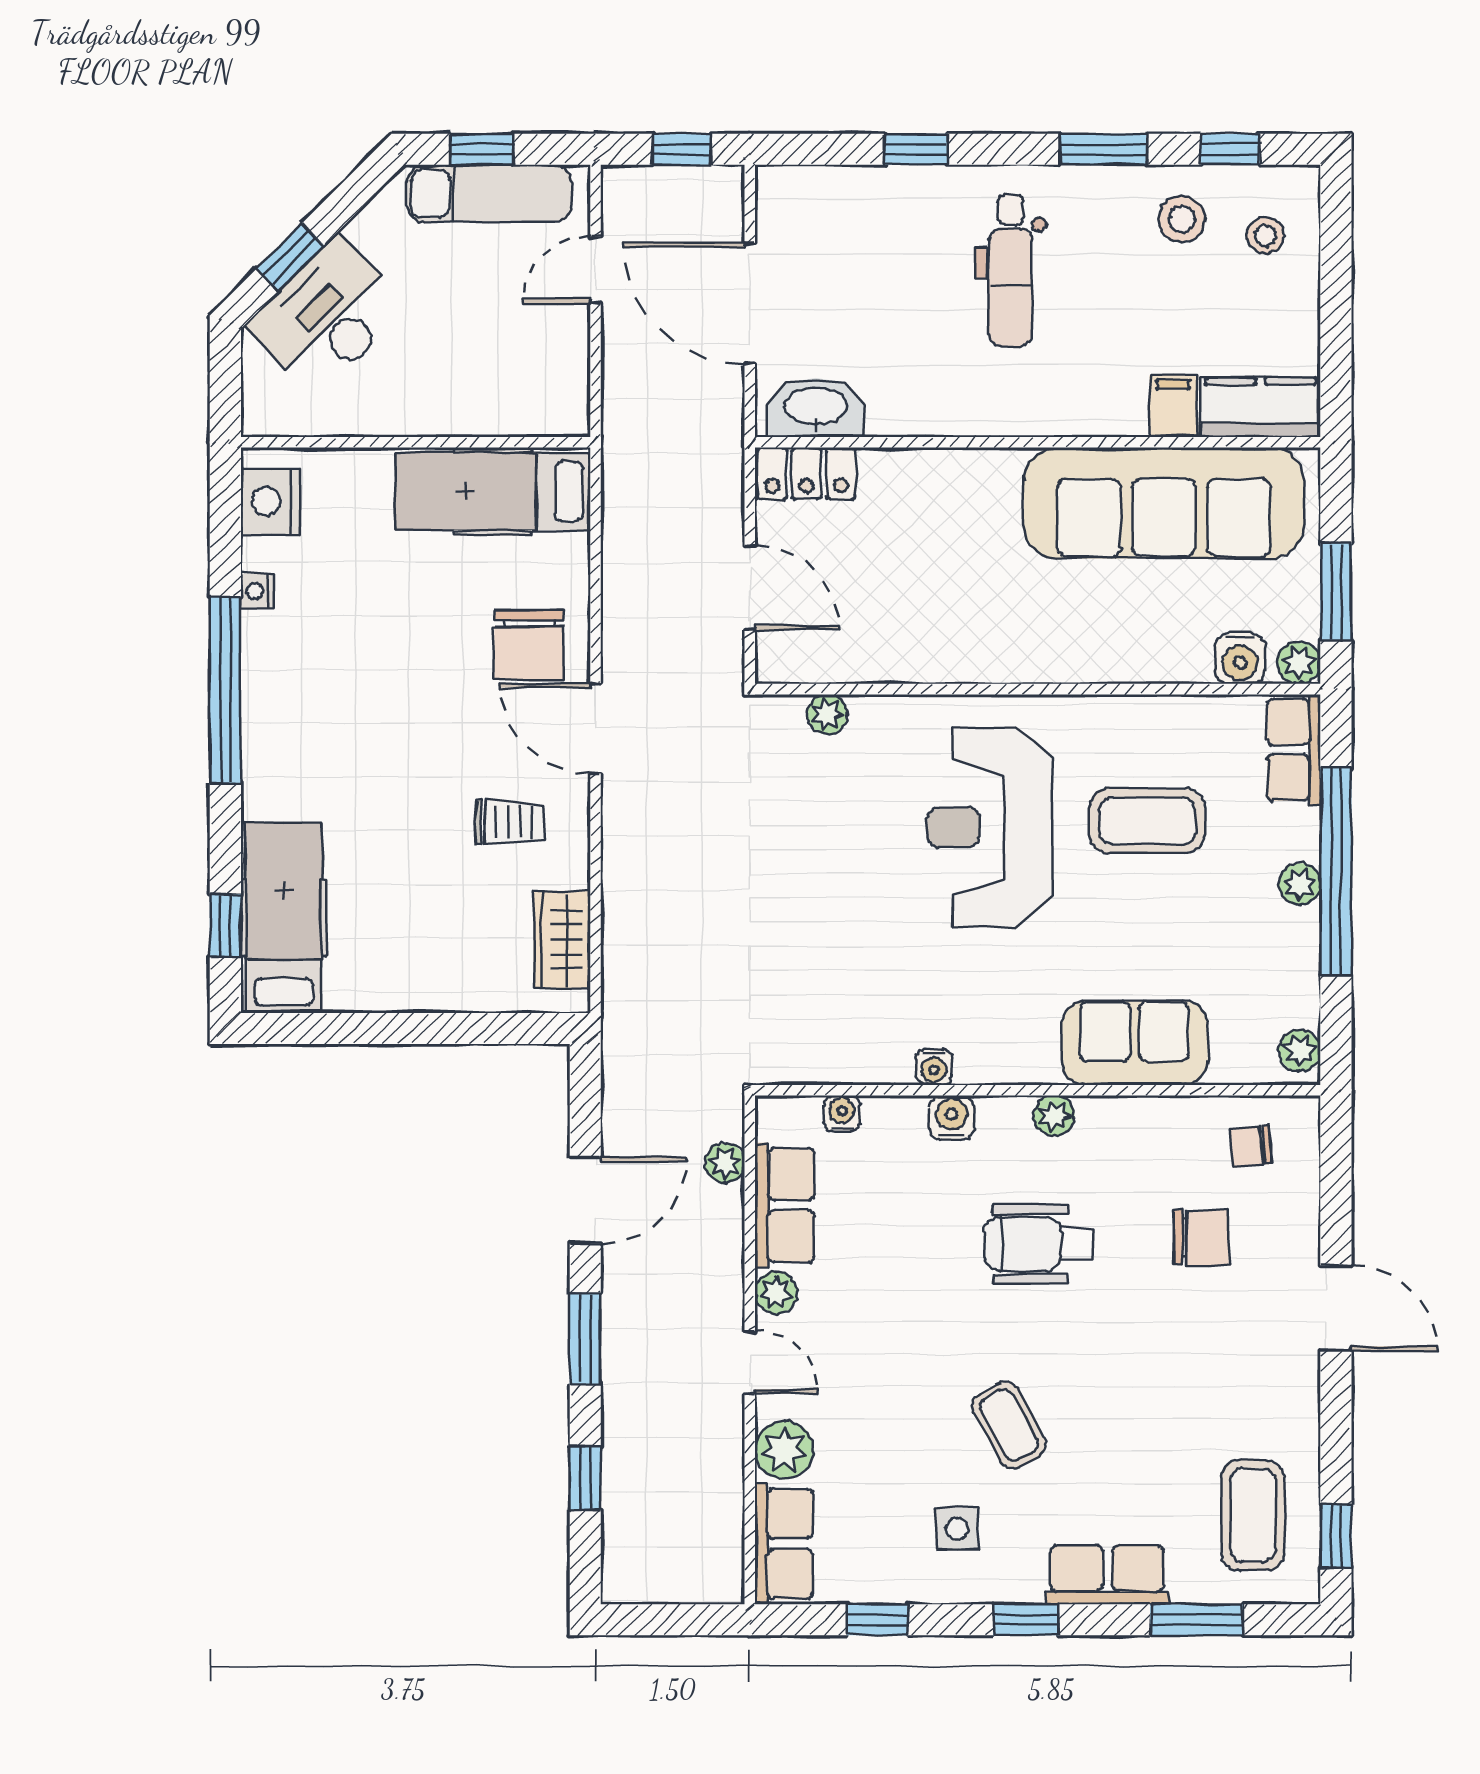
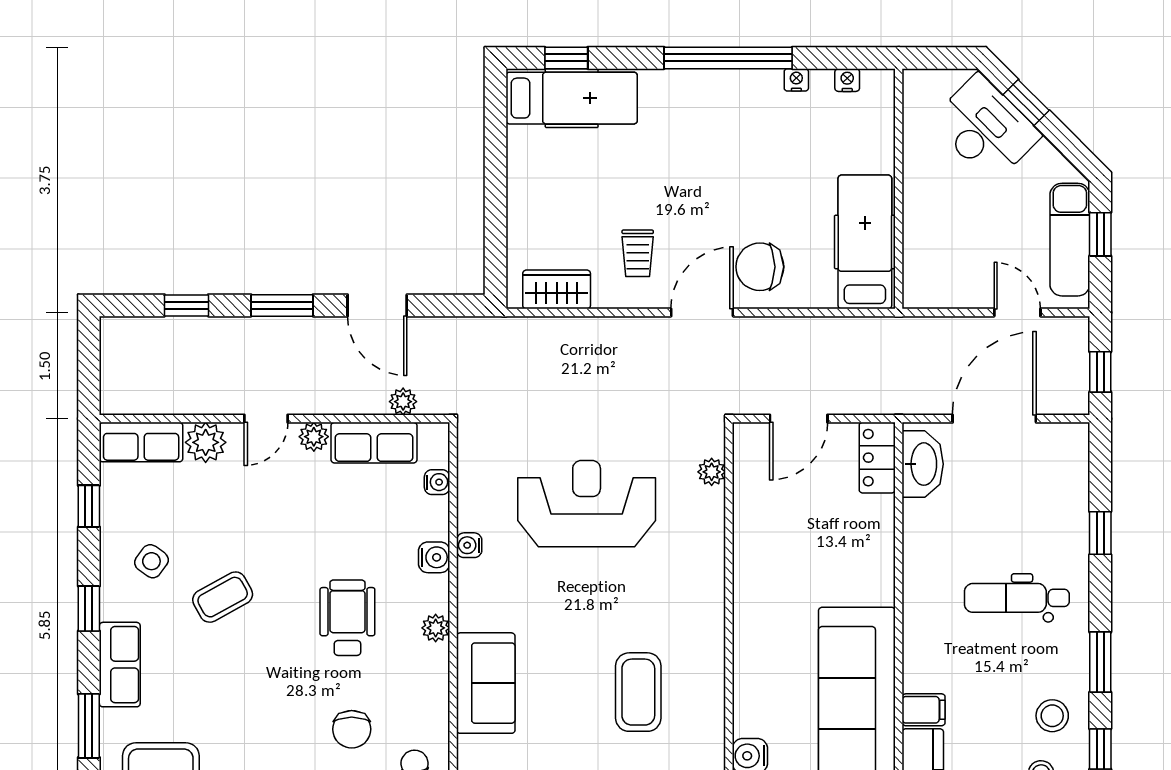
nightstand: (271, 502) -> (847, 80), width x0.53, depth x0.56
reception desk: (990, 827) -> (587, 504), moved
side table: (957, 1529) -> (151, 561), turned 36

